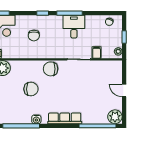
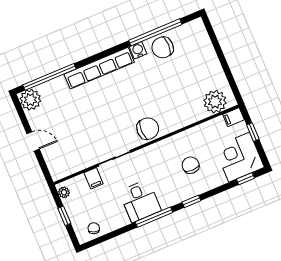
chair: (31, 89) -> (163, 47), moved
row of seats: (65, 118) -> (99, 68), width x1.36

